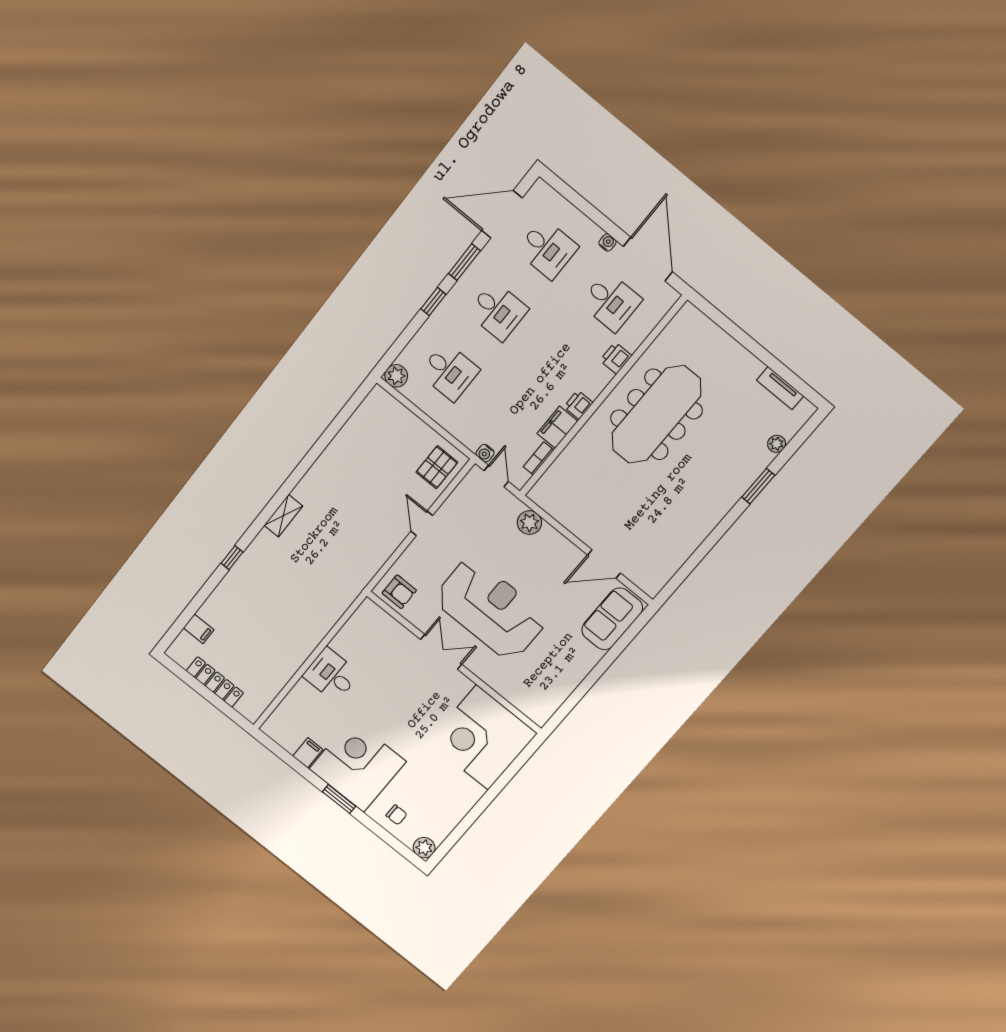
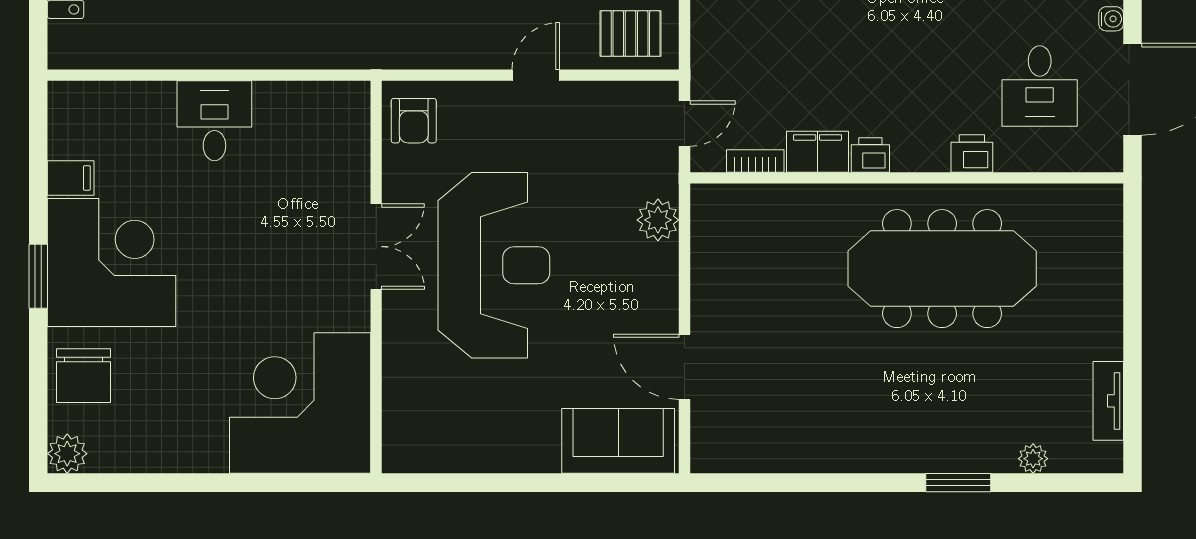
water cooler: (485, 453) -> (703, 83), removed
chair: (396, 815) -> (84, 376), width x1.87, depth x1.87

